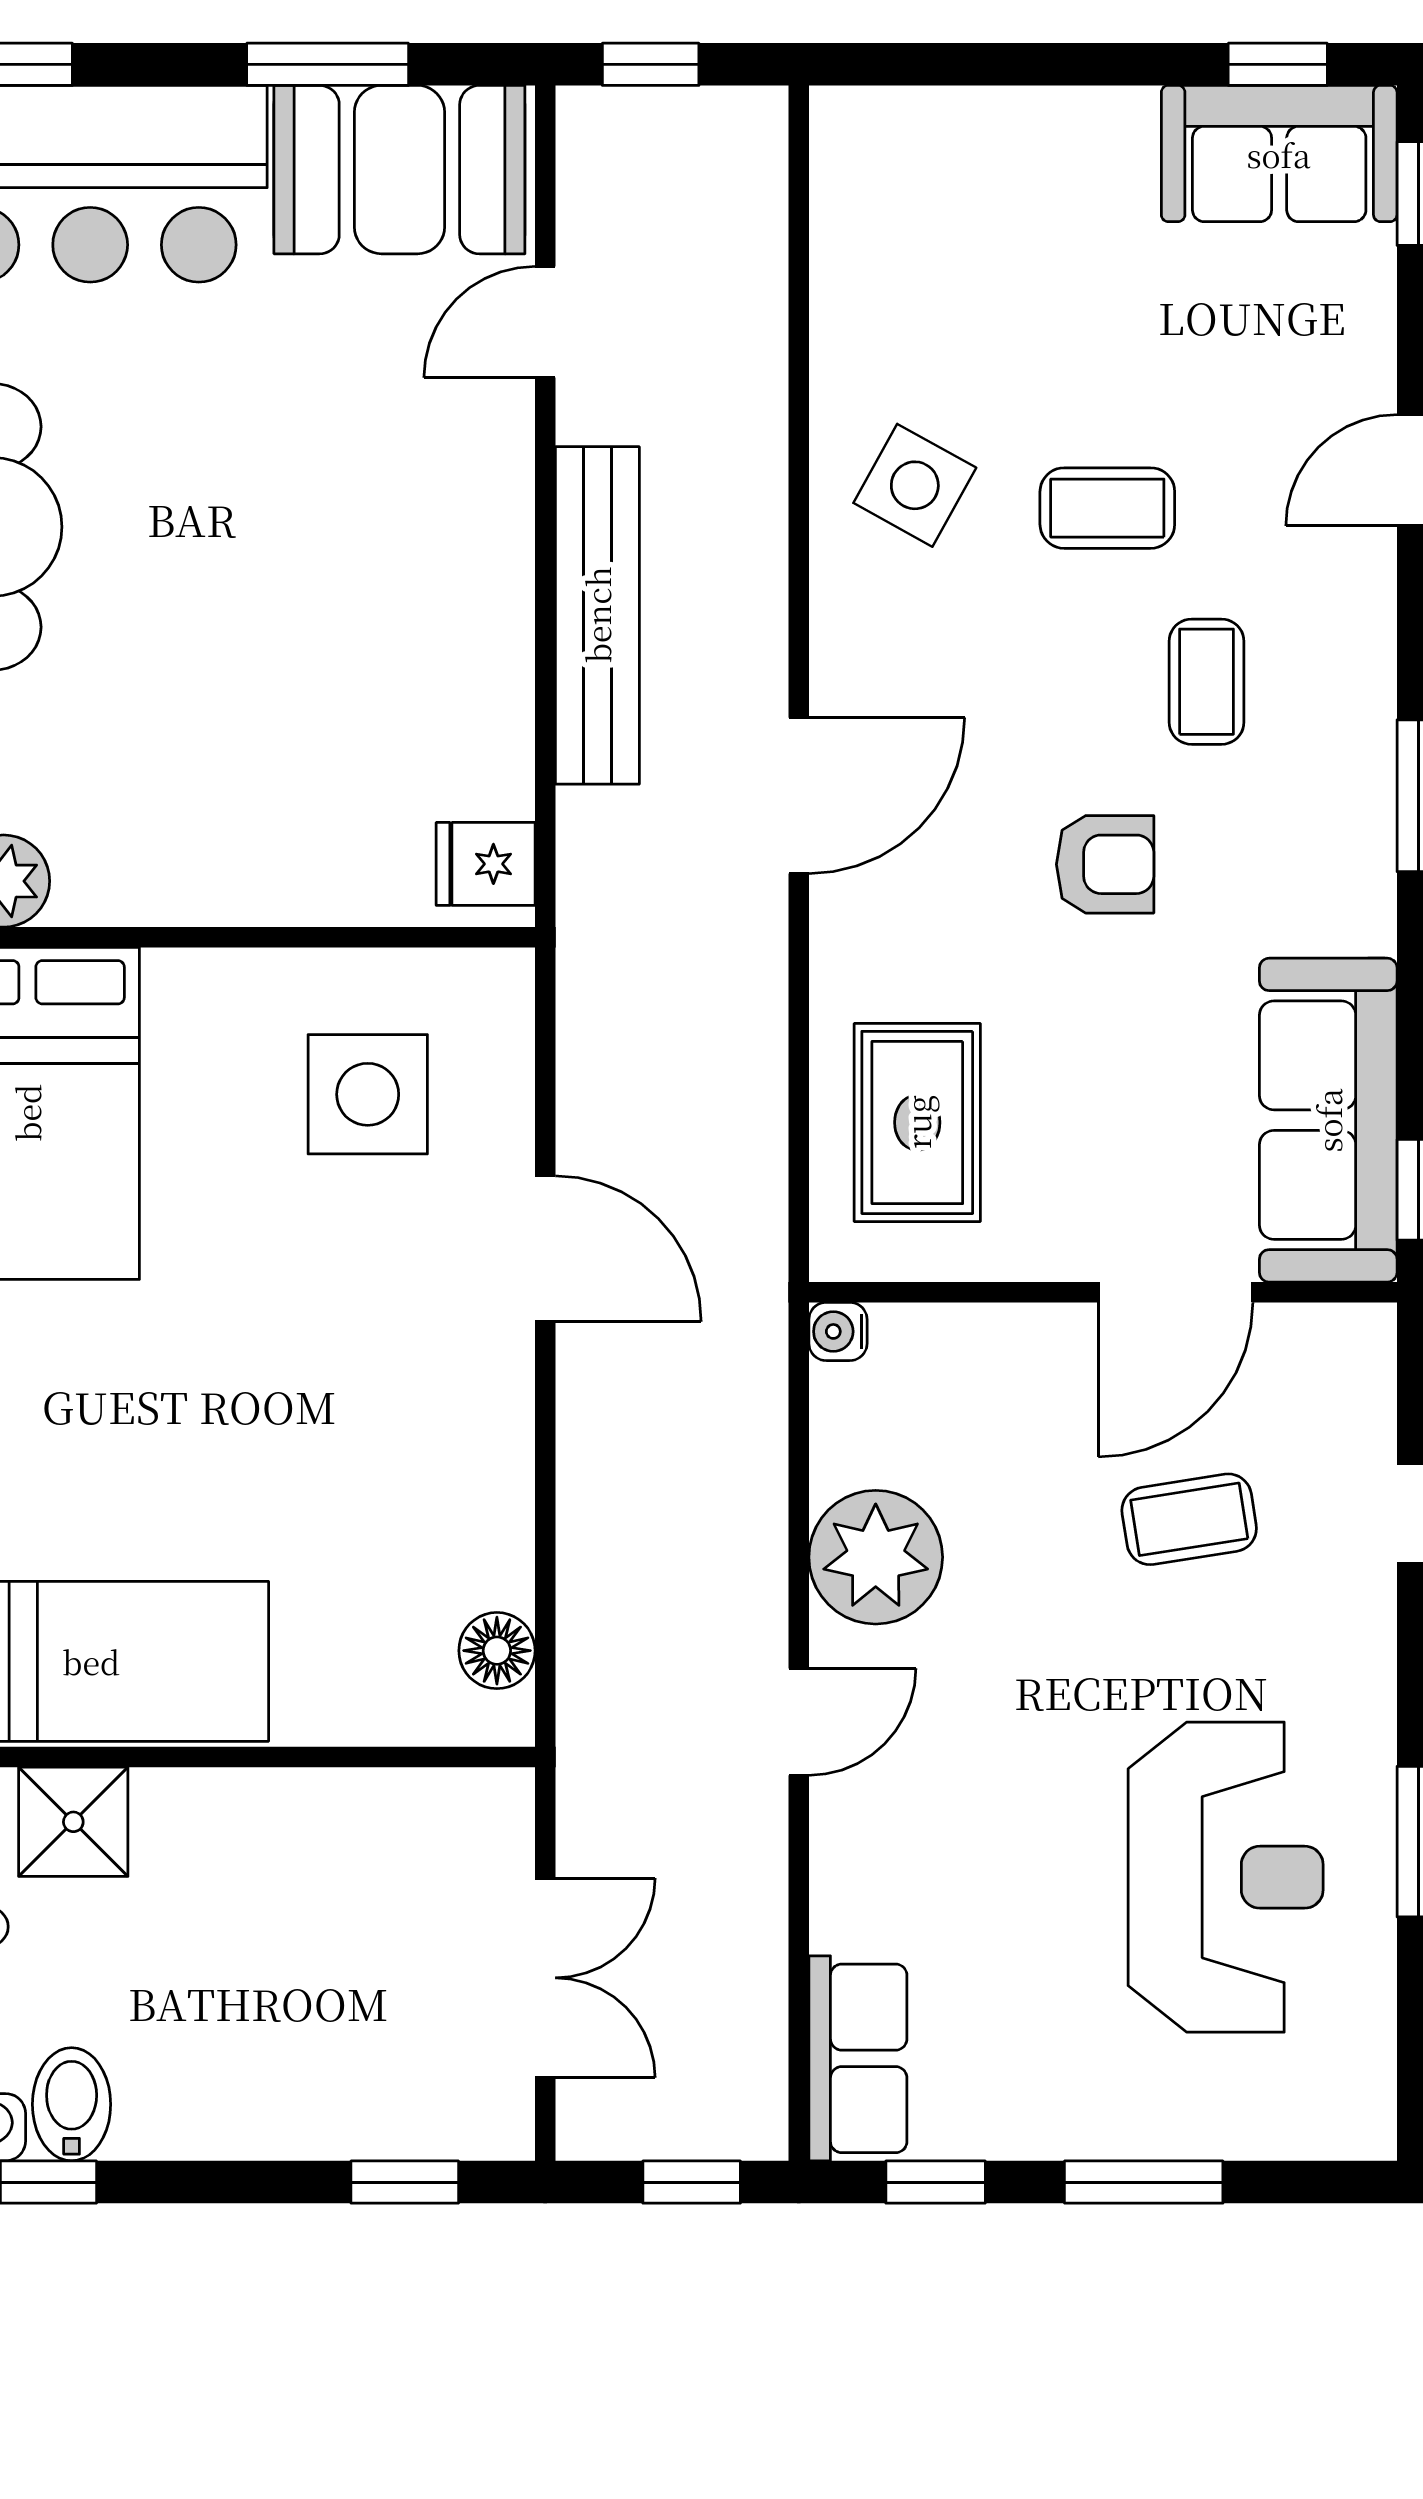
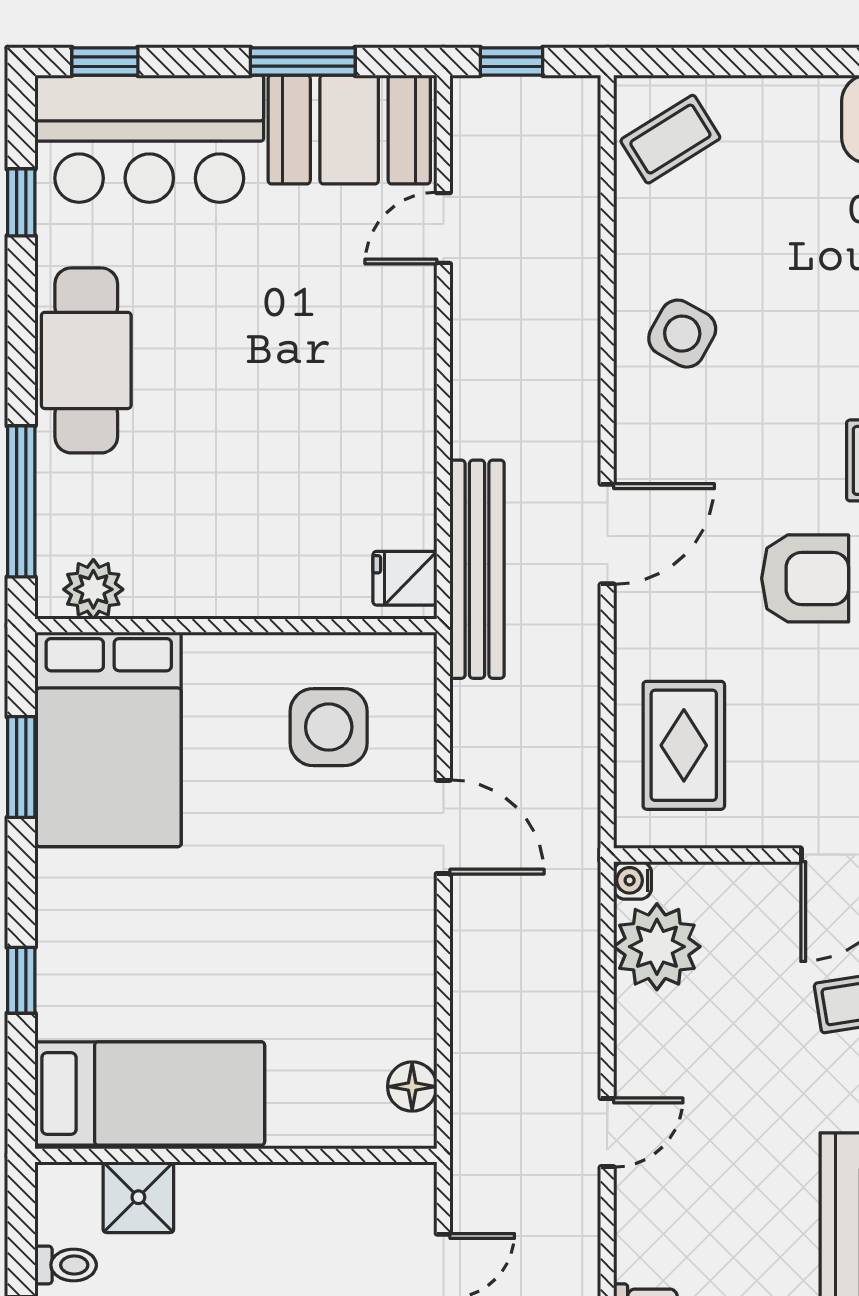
coffee table: (1107, 508) -> (670, 139), moved, turned -32
bench: (597, 615) -> (477, 569), moved
armchair: (1105, 864) -> (805, 578), width x1.38, depth x1.38
plant: (876, 1557) -> (657, 947), moved

